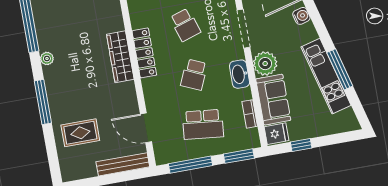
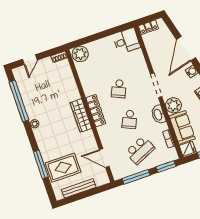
school desk: (185, 25) -> (119, 89), turned 42
window: (43, 102) -> (41, 164), moved
school desk: (203, 124) -> (140, 150), turned -30
rug: (80, 133) -> (63, 168), width x1.36, depth x1.43
bench: (123, 164) -> (79, 188), moved

